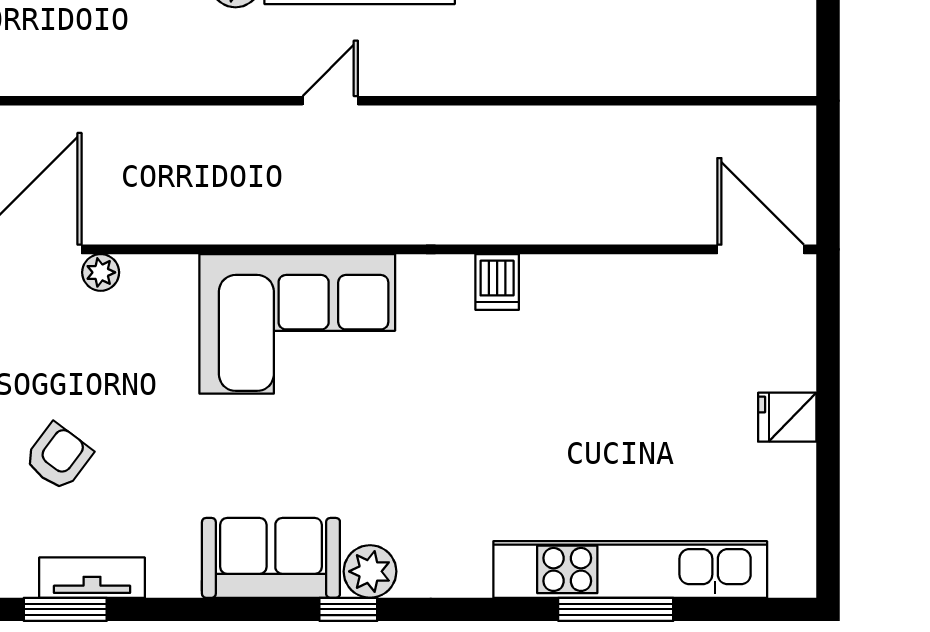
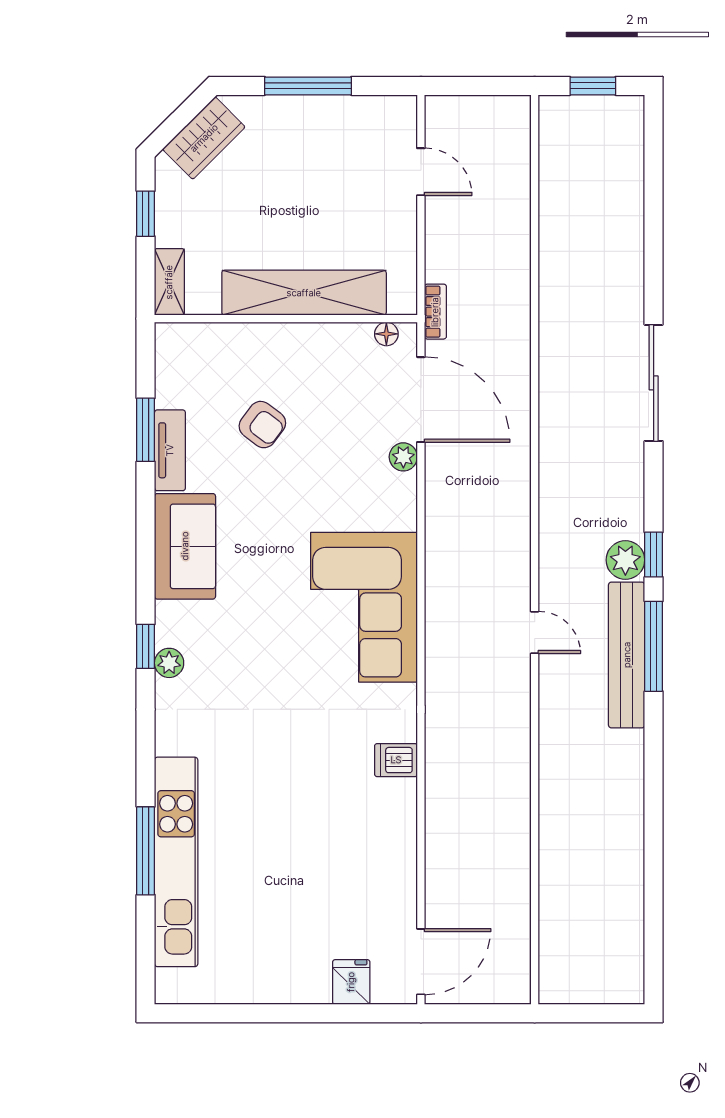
fridge: (787, 417) -> (351, 982), moved
sofa: (271, 558) -> (185, 546), moved
plant: (370, 571) -> (169, 663), width x0.73, depth x0.73

